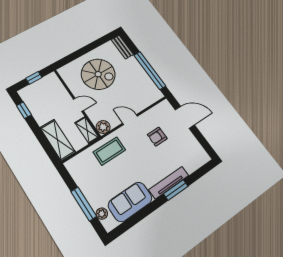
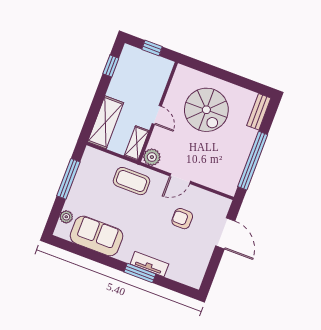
door: (130, 120) -> (180, 179), swing flipped
tv unit: (169, 183) -> (149, 264), width x0.71
window: (84, 204) -> (68, 179), moved

